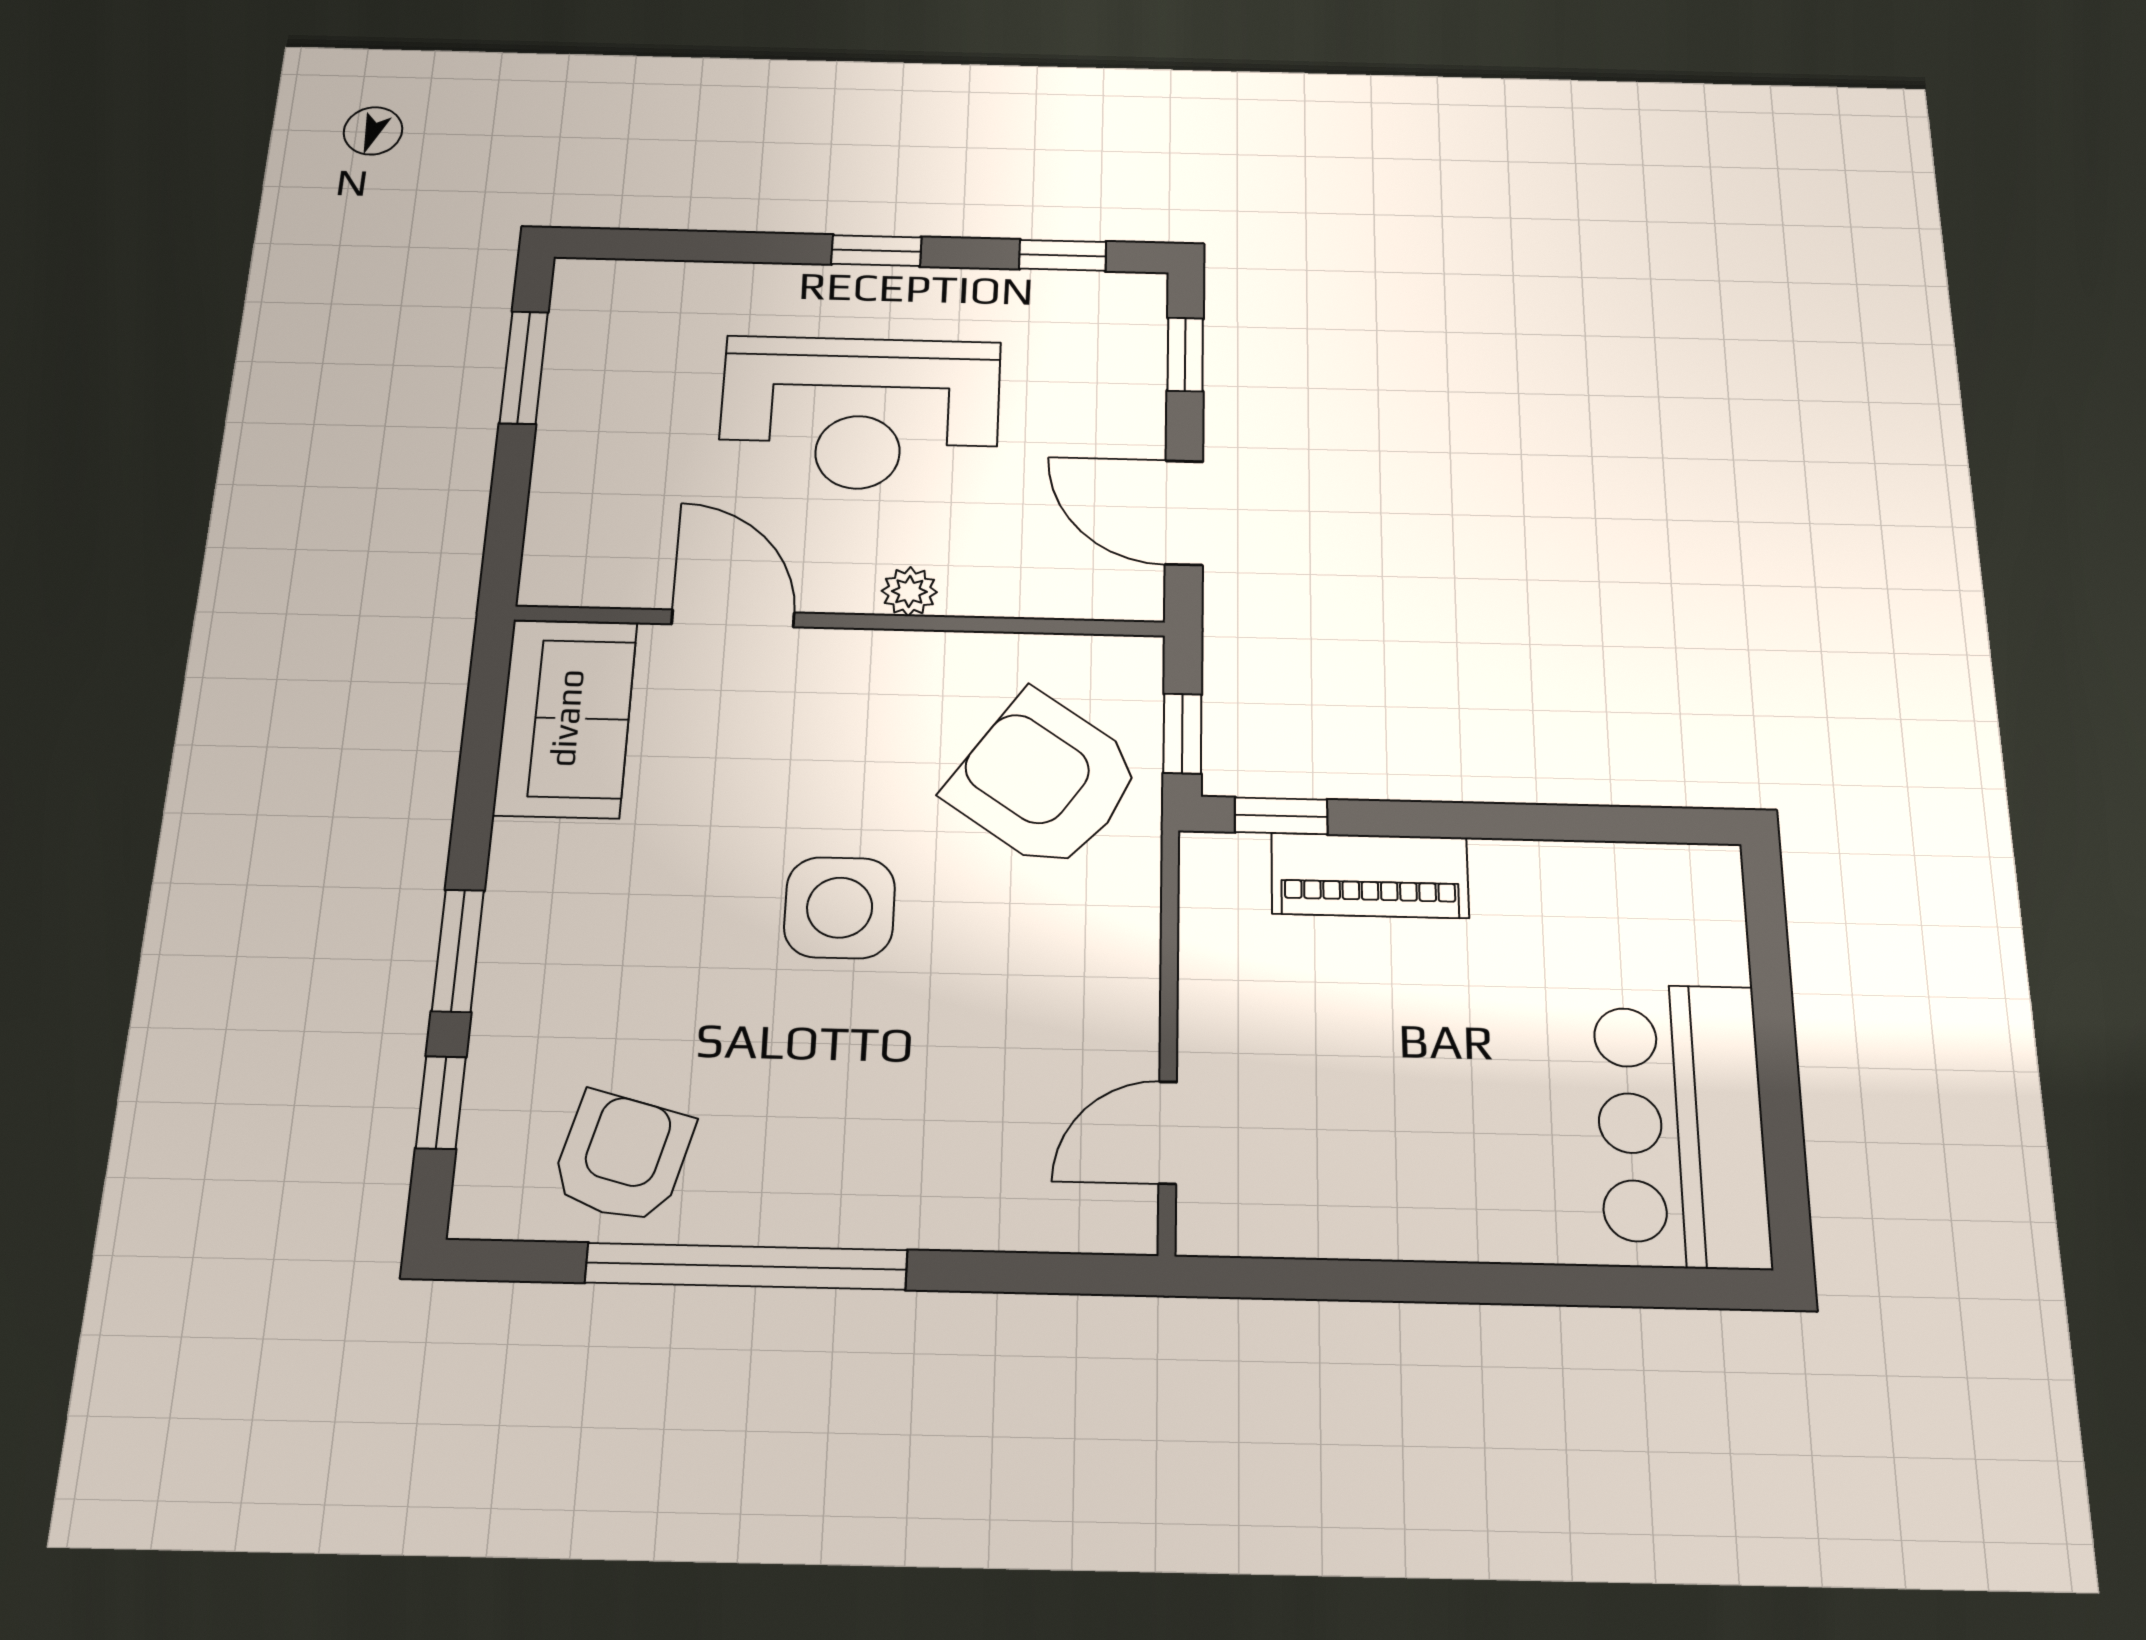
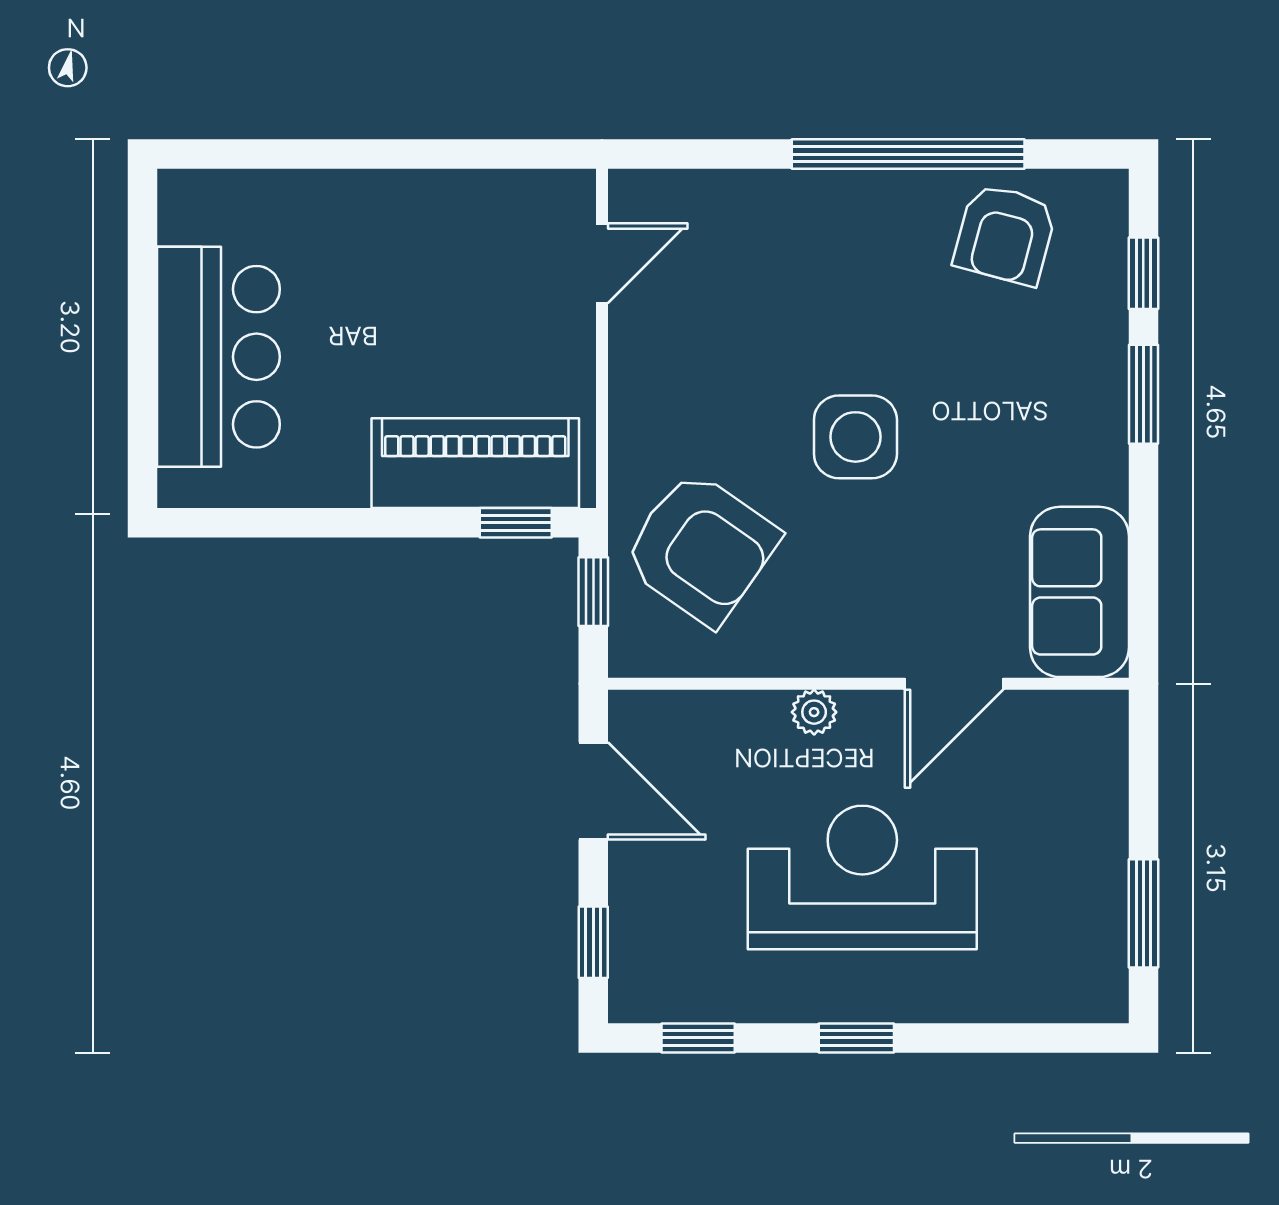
door: (733, 618) -> (954, 684), hinge flipped
piano: (1370, 875) -> (475, 463), width x1.37, depth x1.33
bar counter: (1681, 1124) -> (218, 357), moved

